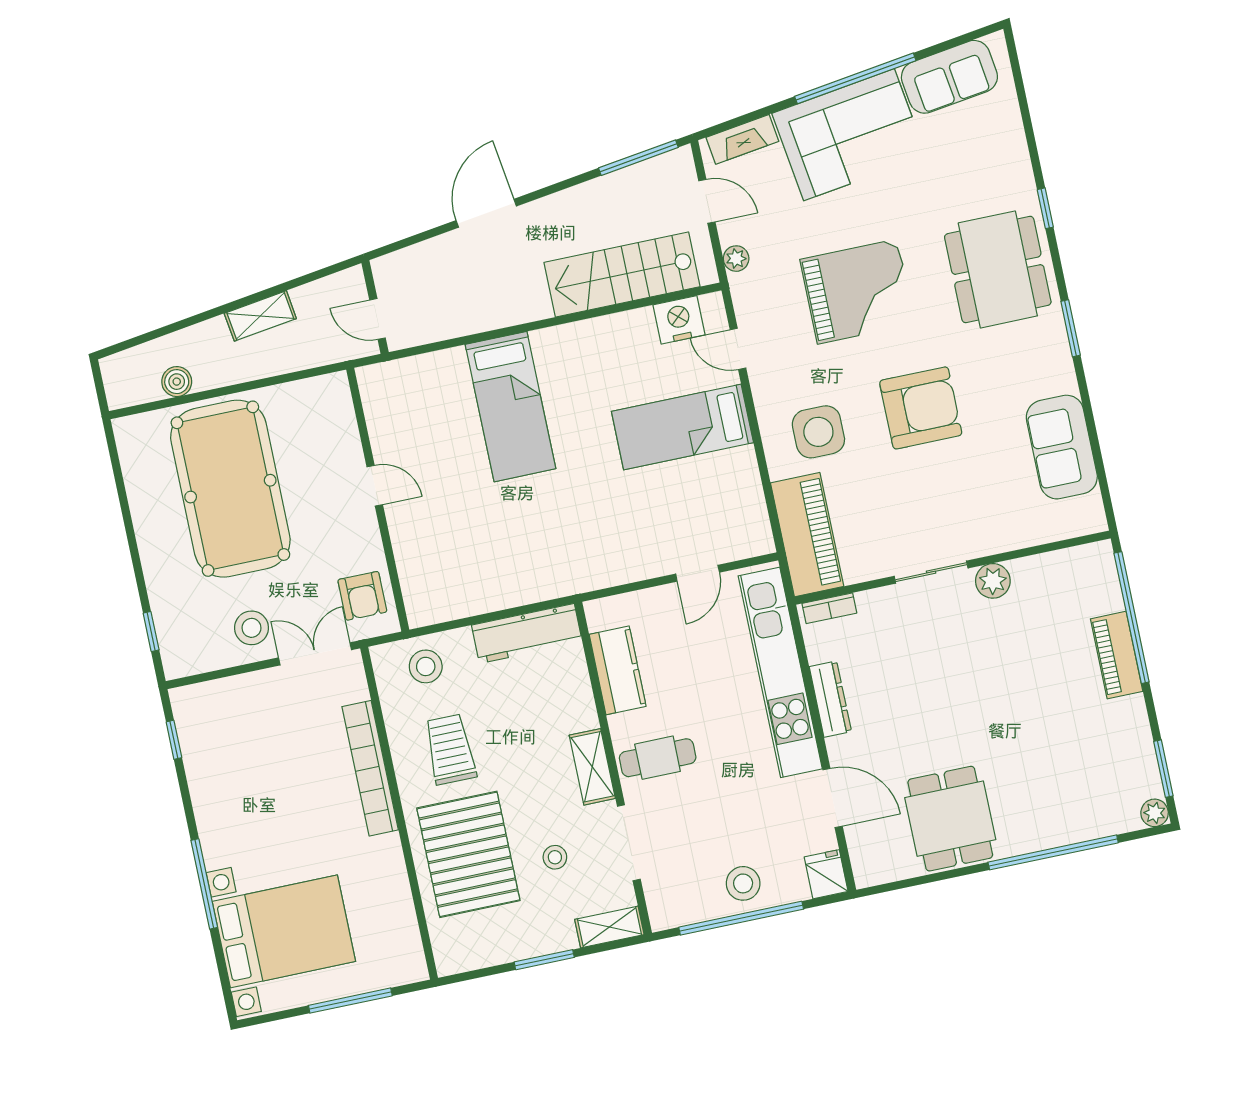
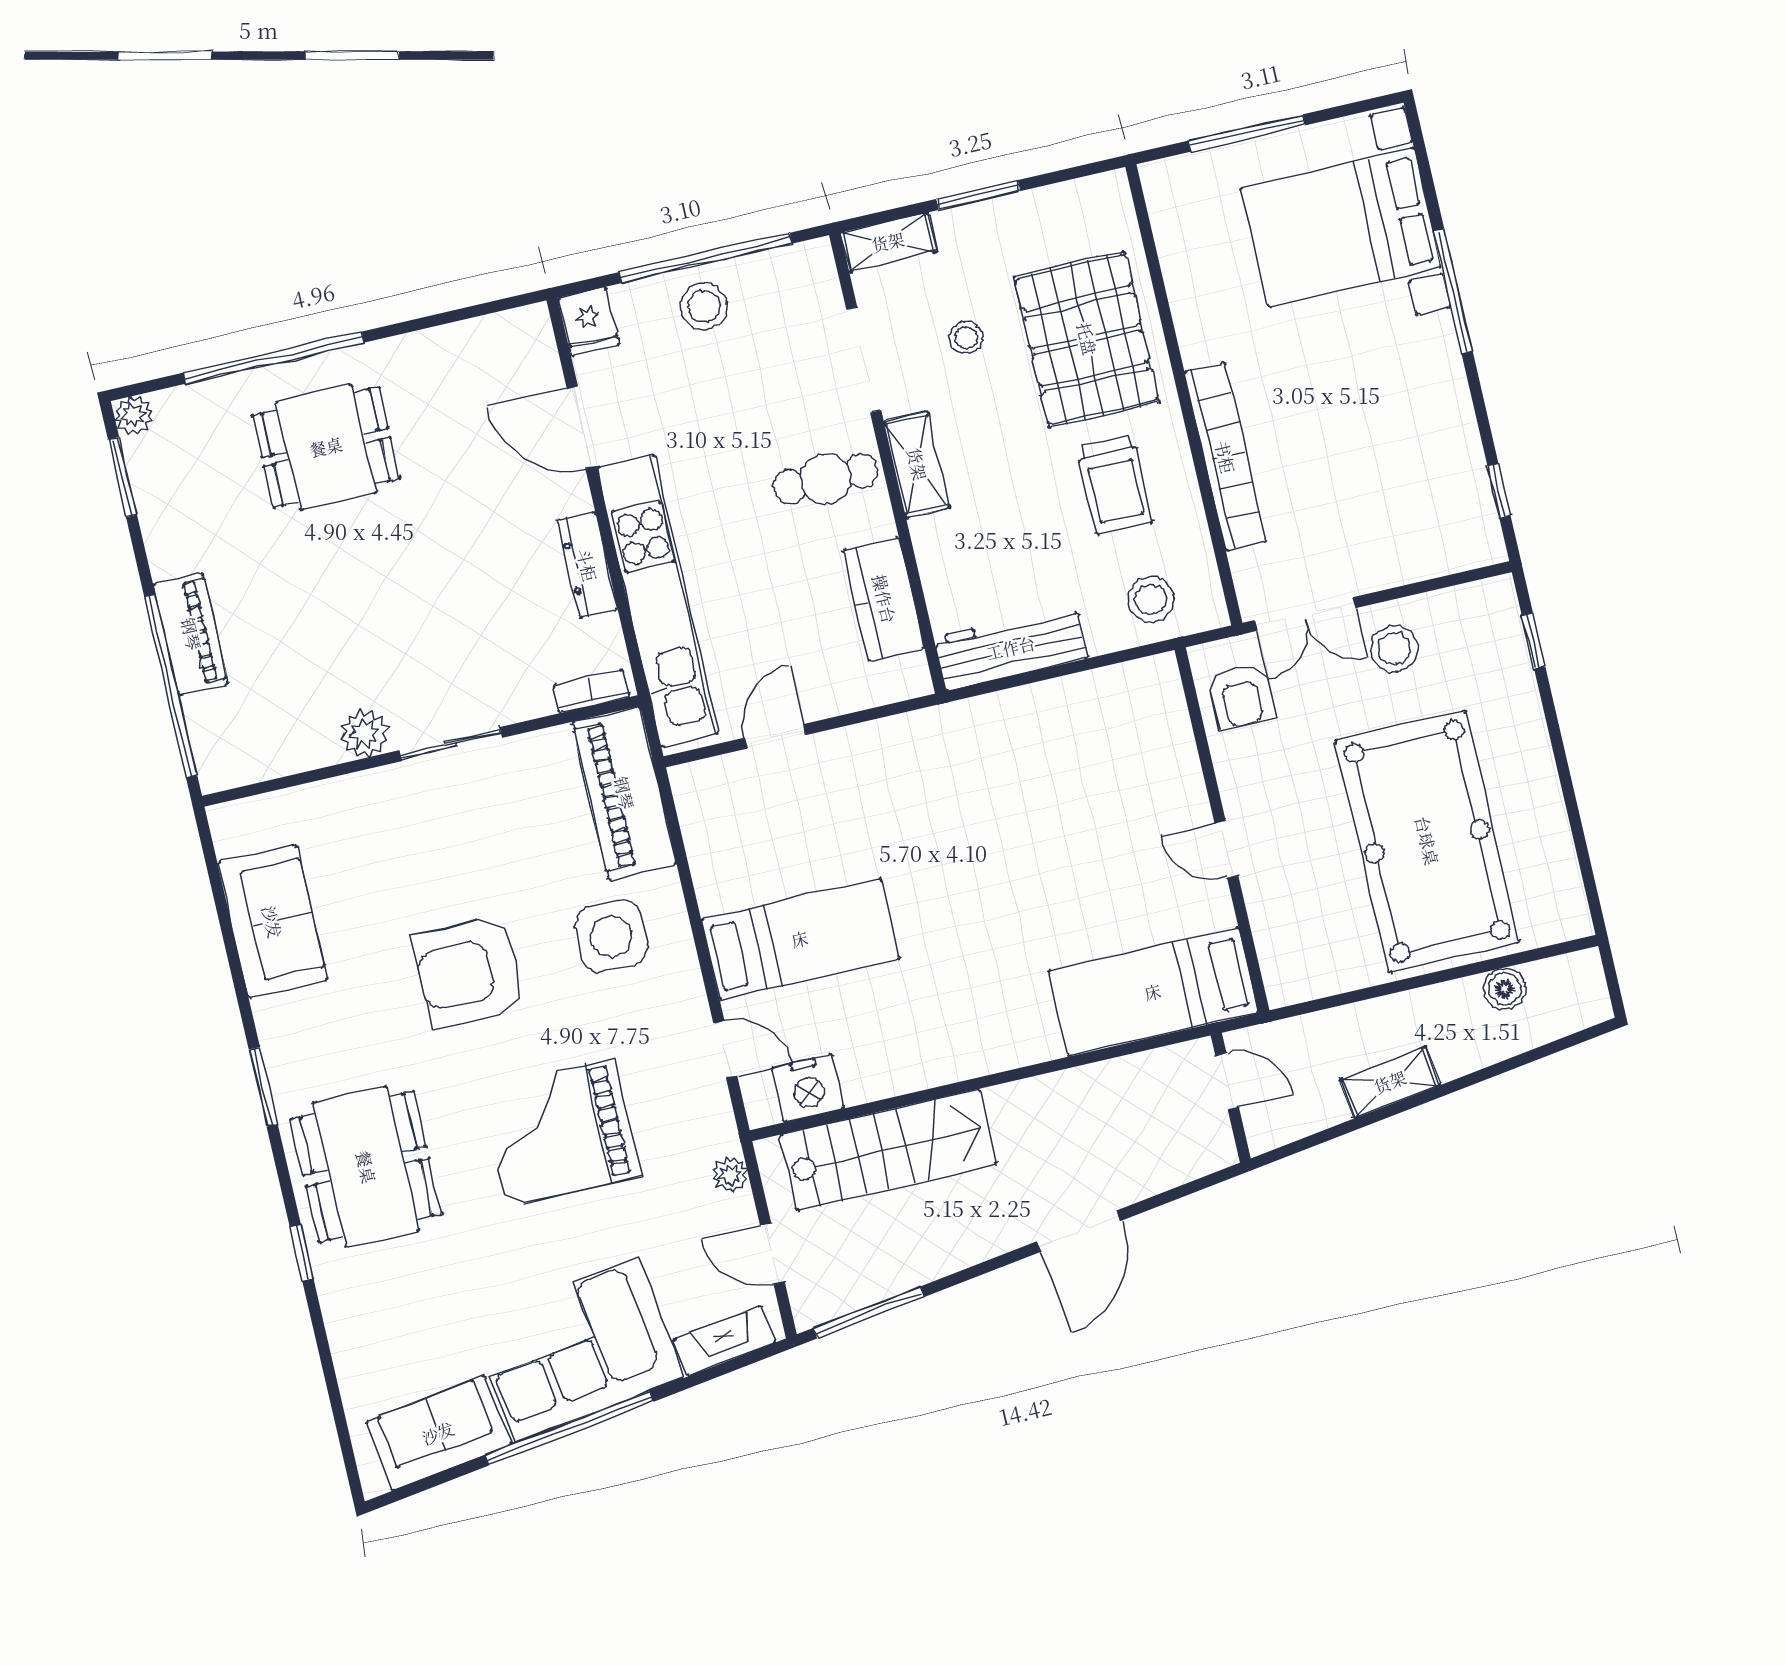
bed: (510, 407) -> (1153, 992), moved, turned -90
armchair: (362, 596) -> (1241, 696), turned 180
dining table: (950, 819) -> (326, 447), moved, turned 90

